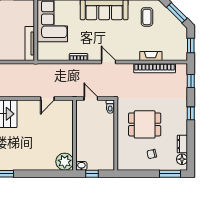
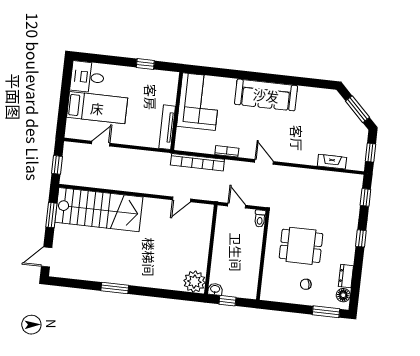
coffee table: (147, 17) -> (319, 110), removed
fireplace: (151, 56) -> (332, 162), moved
bookcase: (155, 68) -> (197, 162), moved

